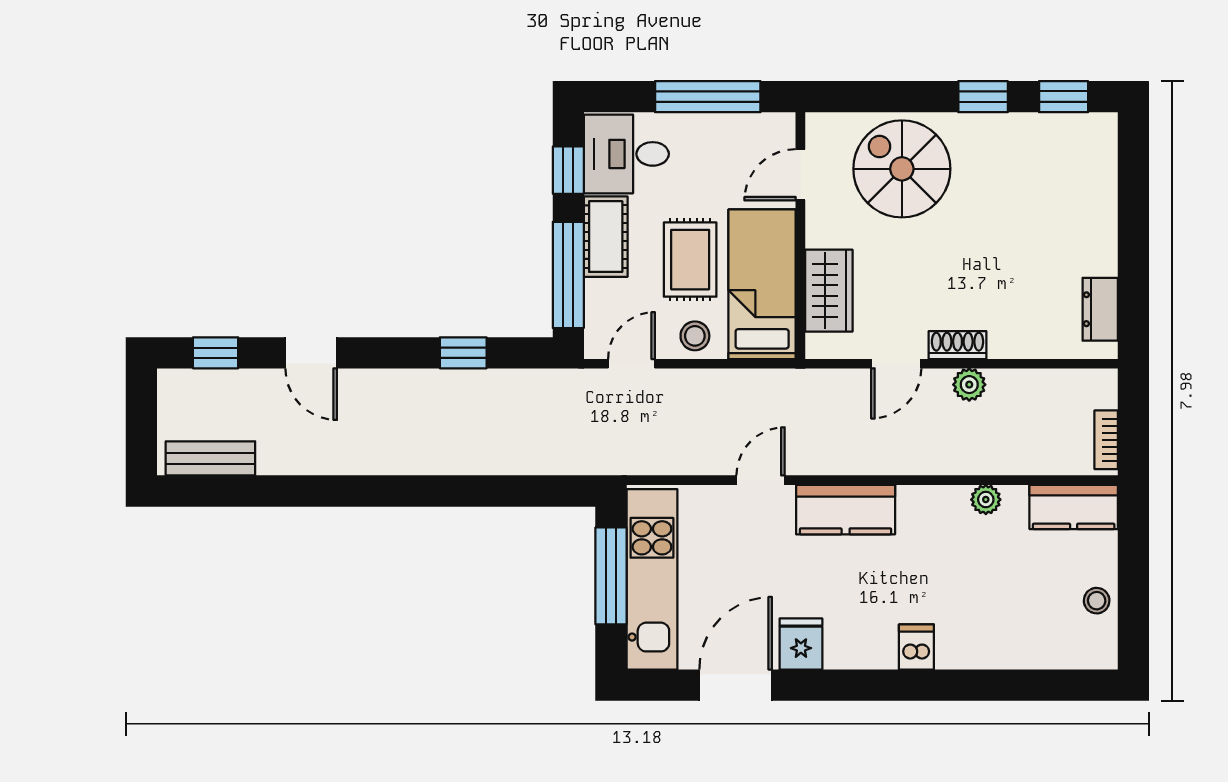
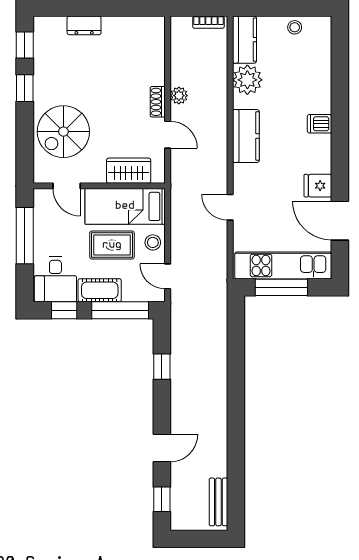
dresser: (1100, 309) -> (84, 25), moved
plant: (986, 500) -> (247, 80), width x1.87, depth x1.87
kitchen counter: (846, 510) -> (246, 136), moved

